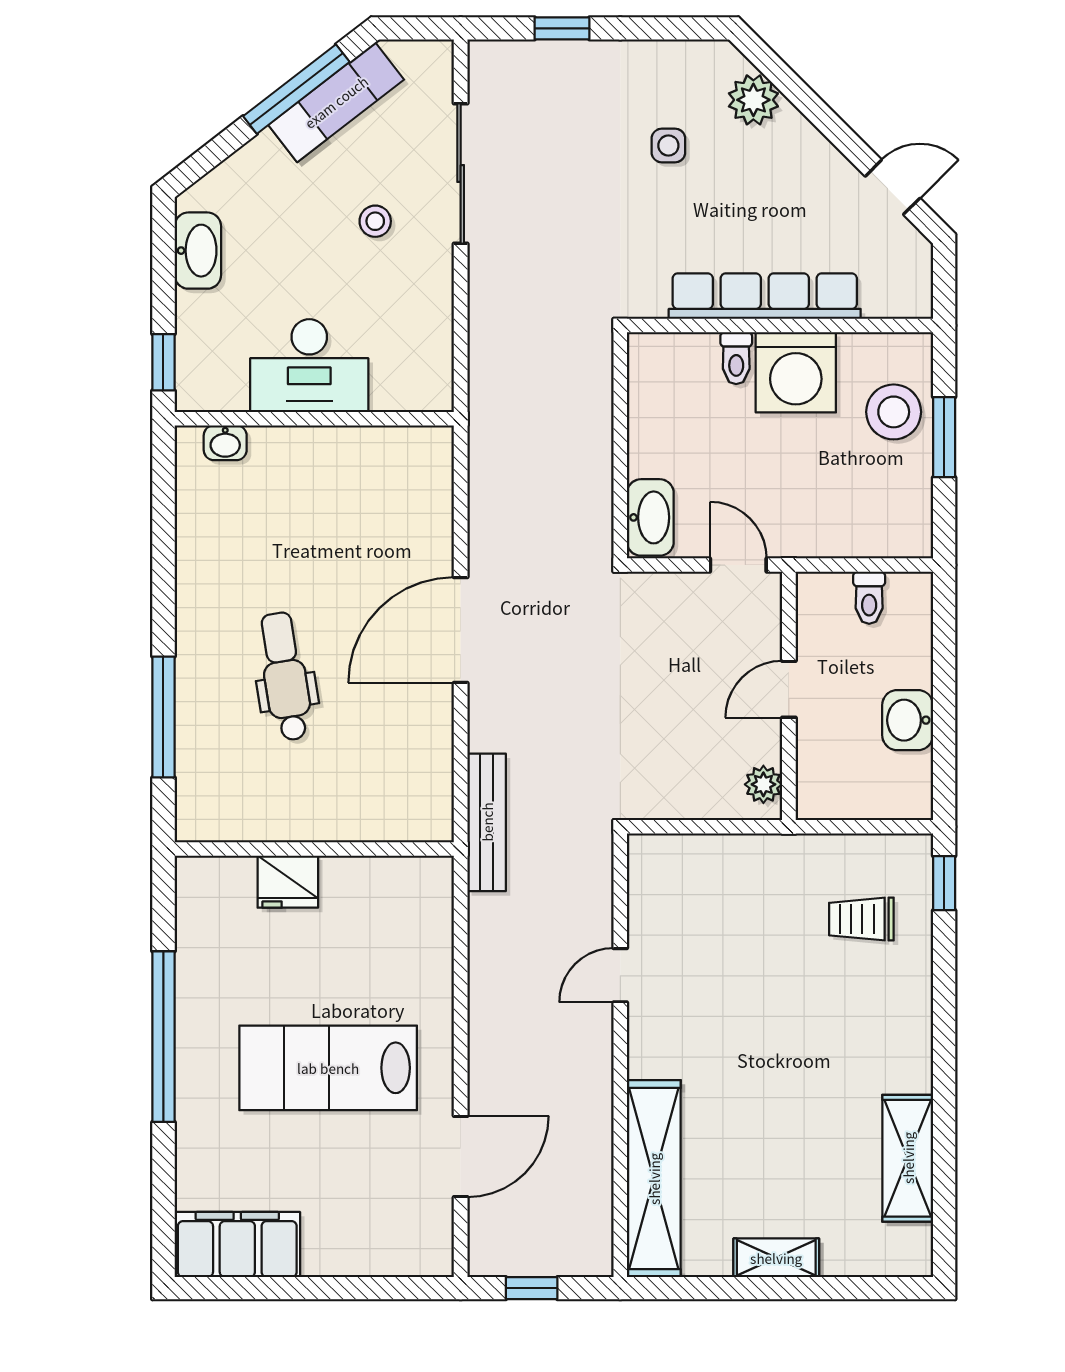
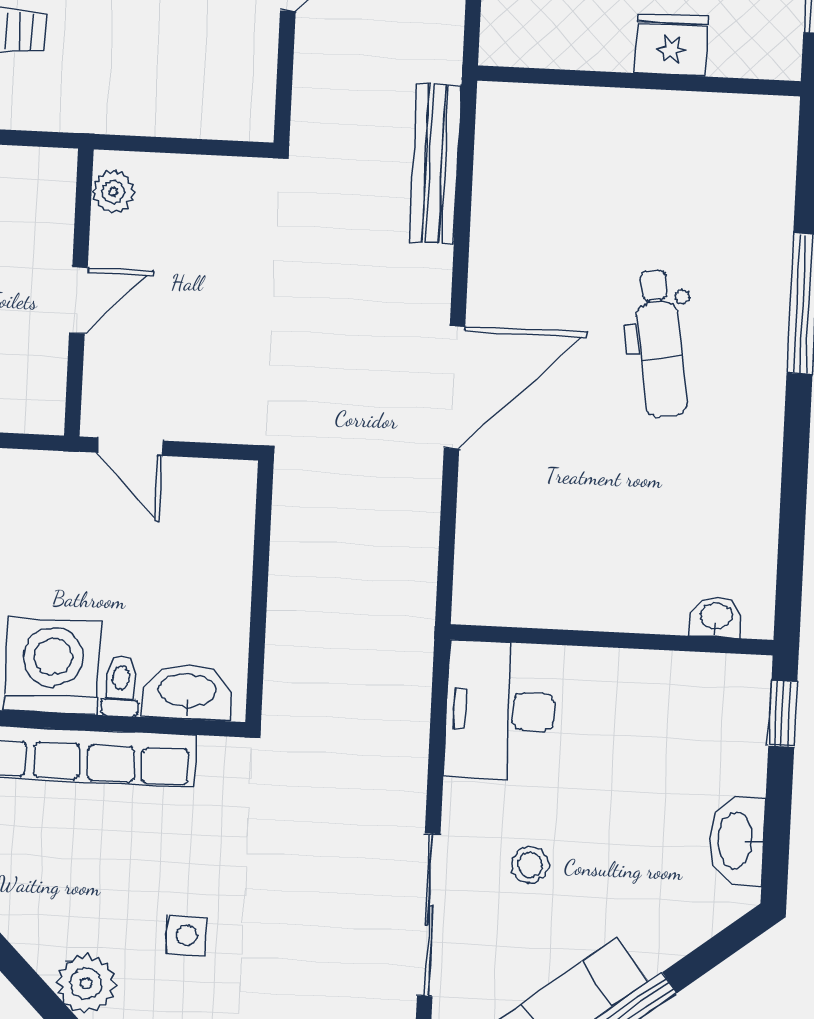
desk: (309, 366) -> (500, 710), moved, turned -90
washbasin: (650, 517) -> (187, 692), moved, turned 90
wall: (314, 849) -> (639, 81), moved
fridge: (288, 882) -> (671, 45), moved

